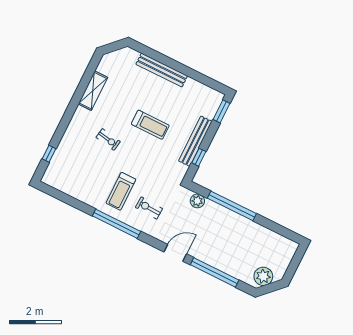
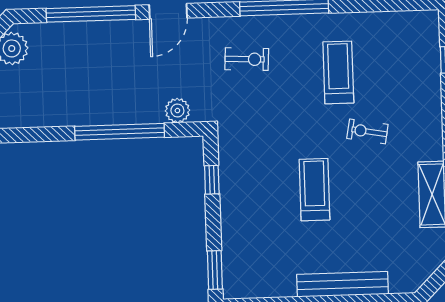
treadmill: (150, 125) -> (314, 190), turned 90
bench: (195, 141) -> (231, 202), removed
treadmill: (121, 191) -> (338, 72), moved

